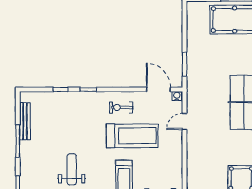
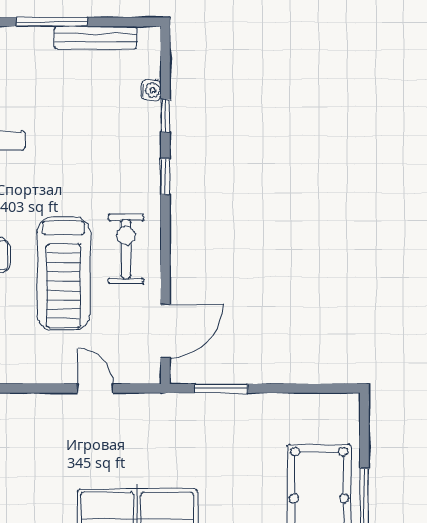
water cooler: (177, 96) -> (151, 90), moved
exercise bike: (121, 107) -> (126, 249), width x1.38, depth x1.39

